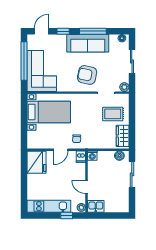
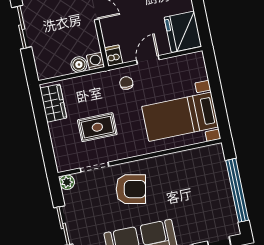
corner sofa: (42, 71) -> (205, 180), removed
rug: (113, 114) -> (97, 127), moved
boiler: (119, 156) -> (79, 65), moved
sliding door: (132, 174) -> (22, 27), moved

